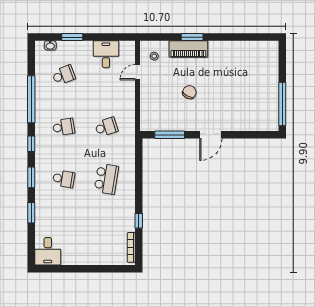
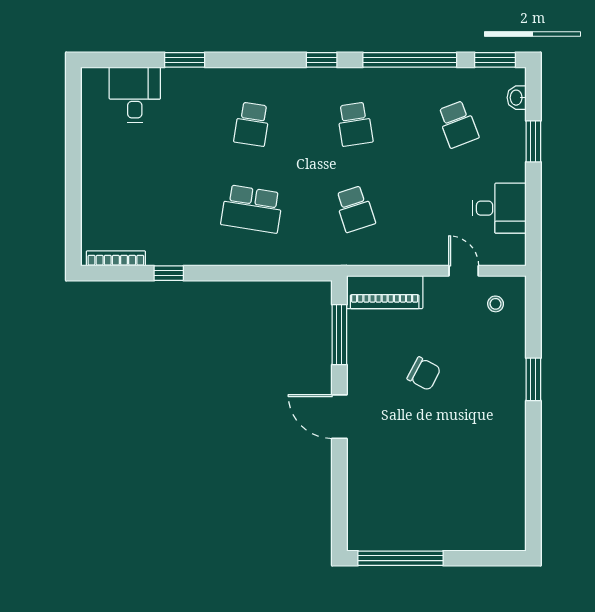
piano: (188, 49) -> (385, 292), moved, turned -90
window: (31, 177) -> (495, 60), moved
desk: (48, 251) -> (135, 95), moved, turned 90

